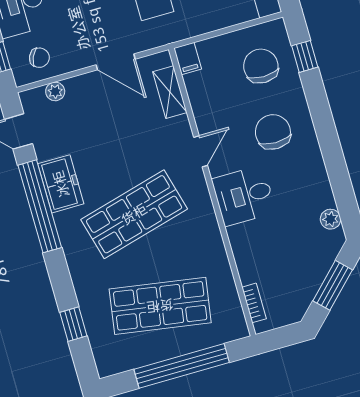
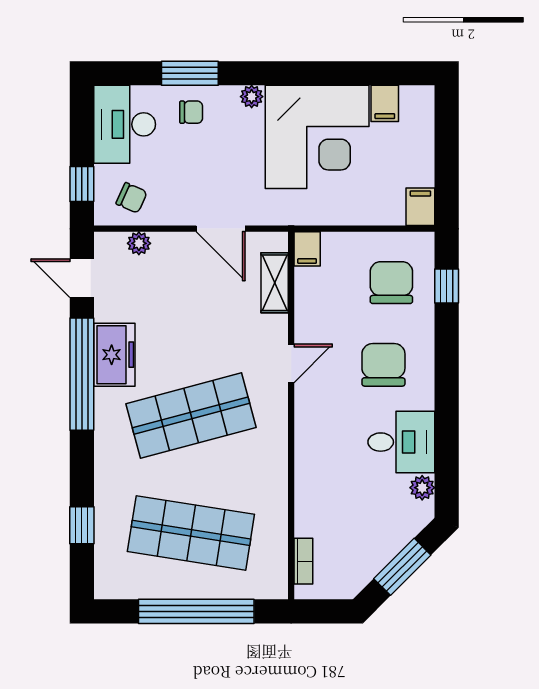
desk: (244, 196) -> (401, 442), moved, turned 180

